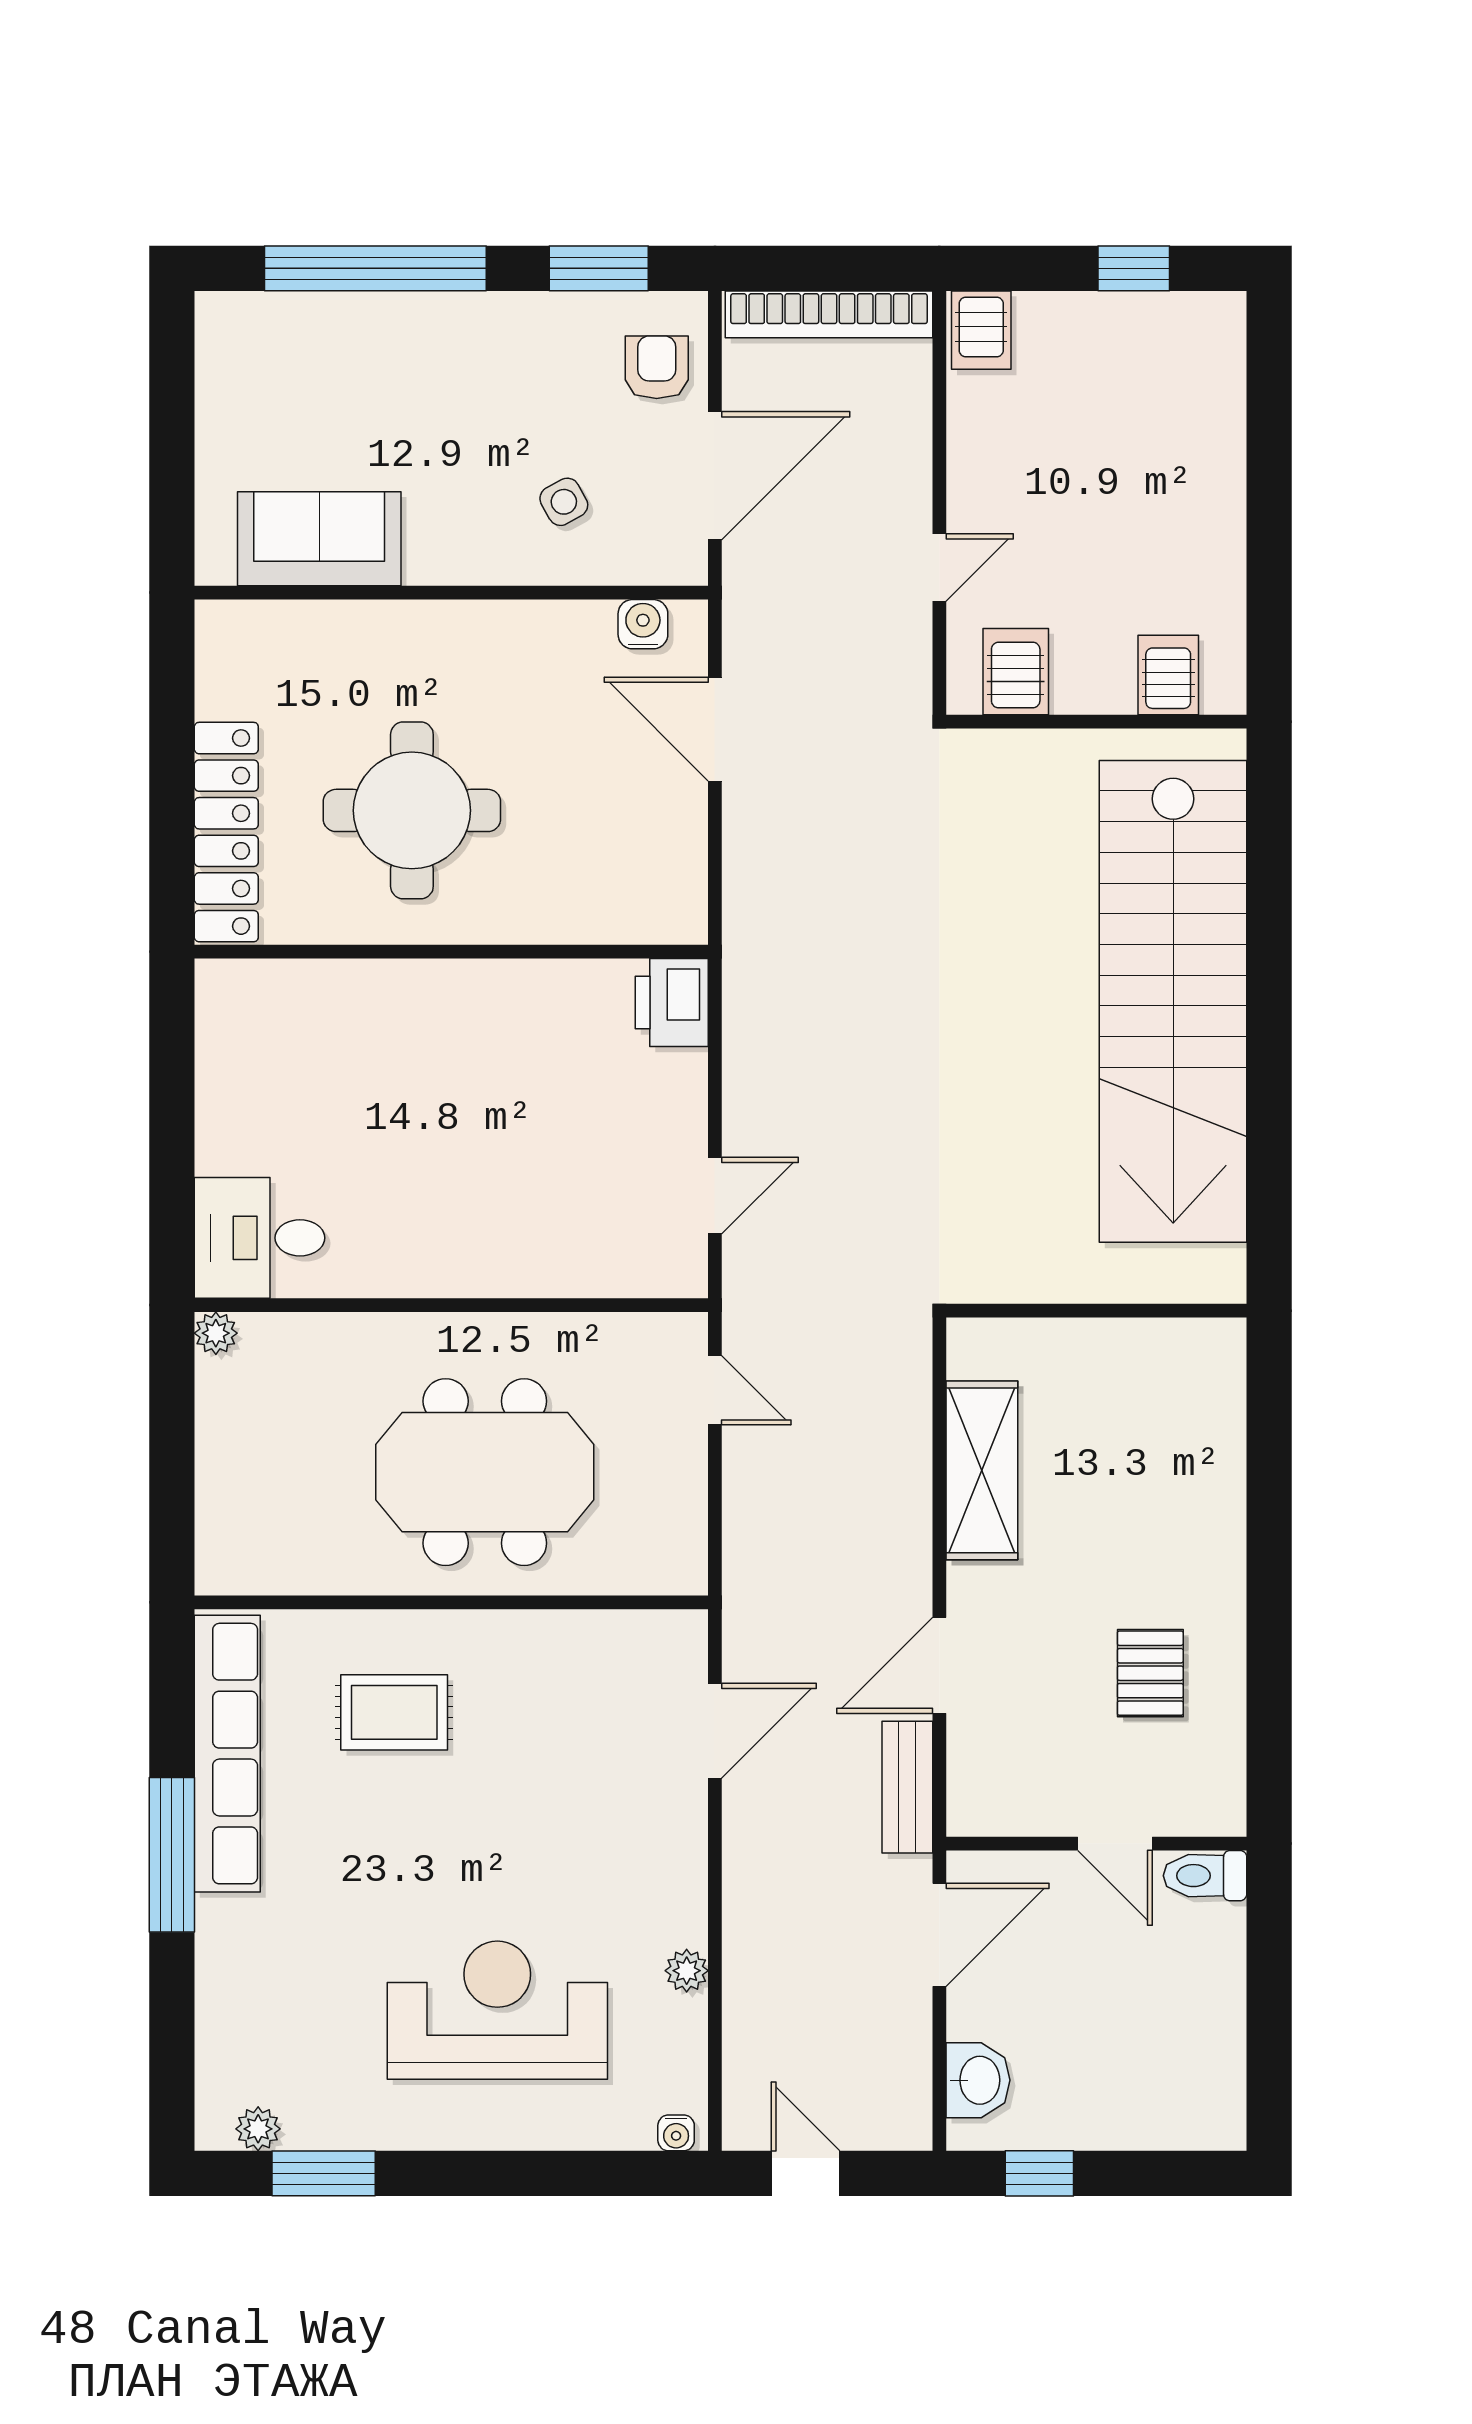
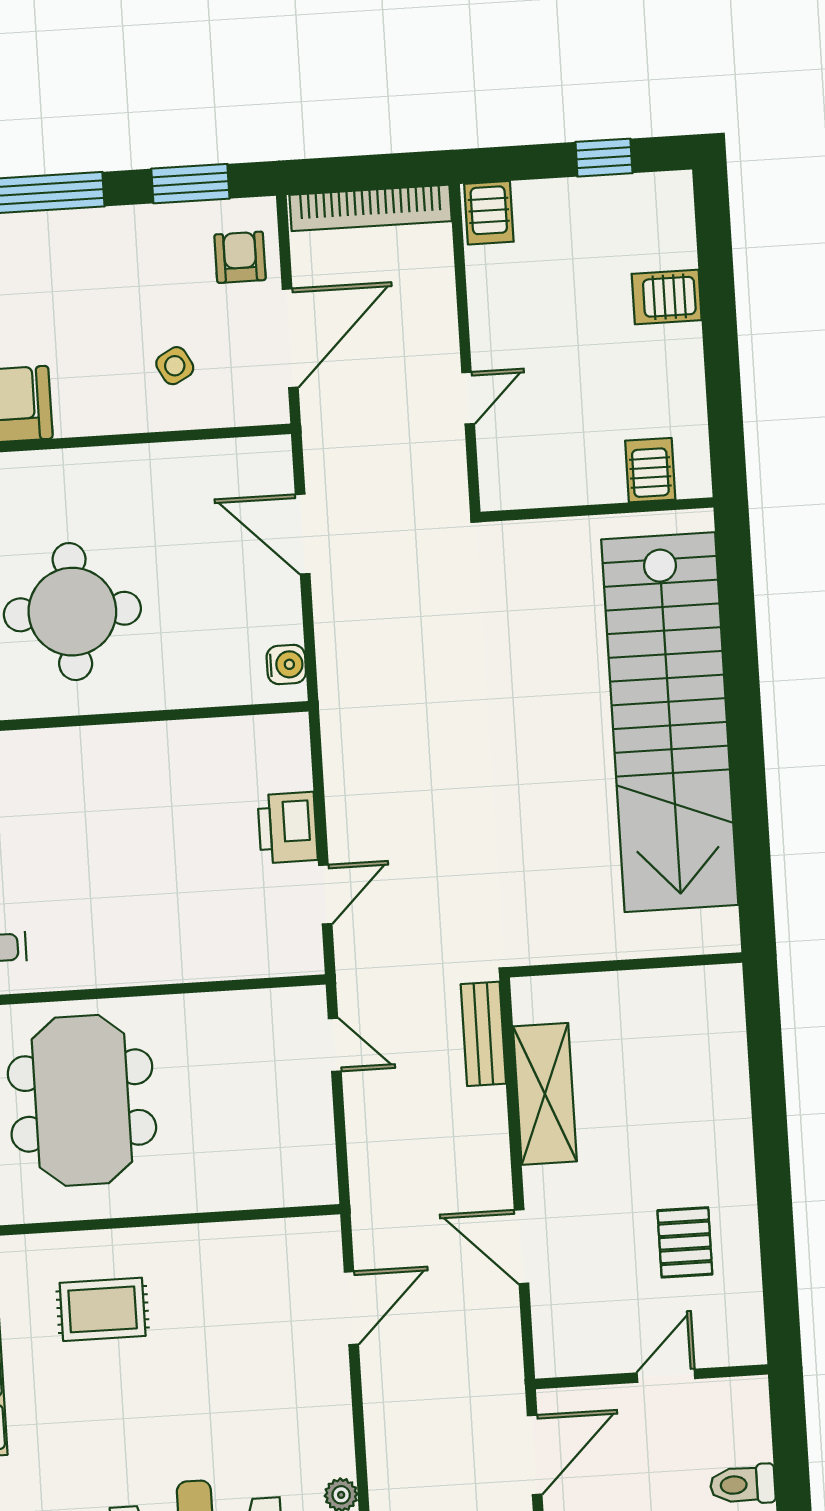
water cooler: (643, 624) -> (286, 665), moved, turned 90
server rack: (1016, 672) -> (667, 297), moved, turned -90
printer: (672, 1002) -> (288, 828), moved
meeting table: (485, 1472) -> (82, 1100), moved, turned 90
door: (939, 1665) -> (521, 1247), hinge flipped
bench: (907, 1787) -> (483, 1034), moved
door: (1115, 1844) -> (666, 1376), swing flipped
toilet: (1205, 1876) -> (743, 1485), moved

